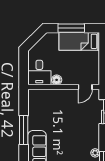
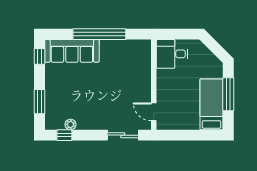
floor lamp: (57, 80) -> (163, 76), removed
window: (24, 130) -> (99, 34), width x1.46

